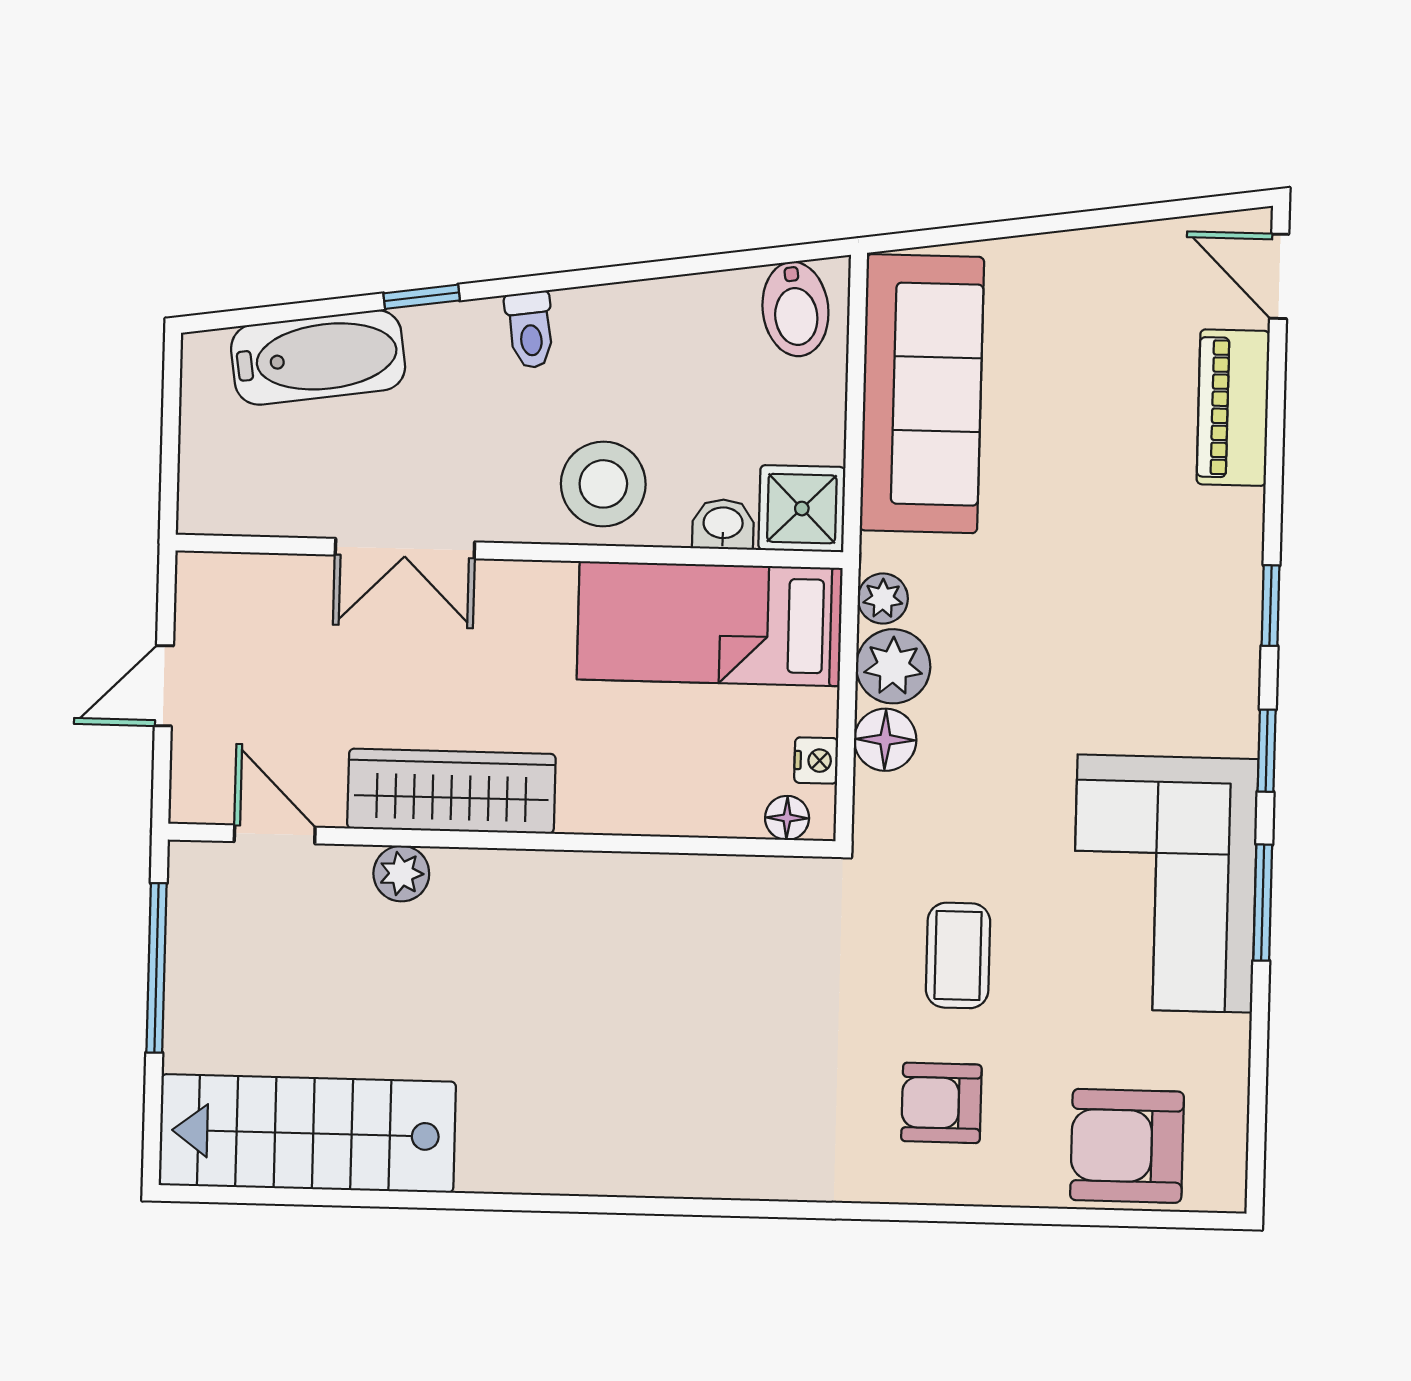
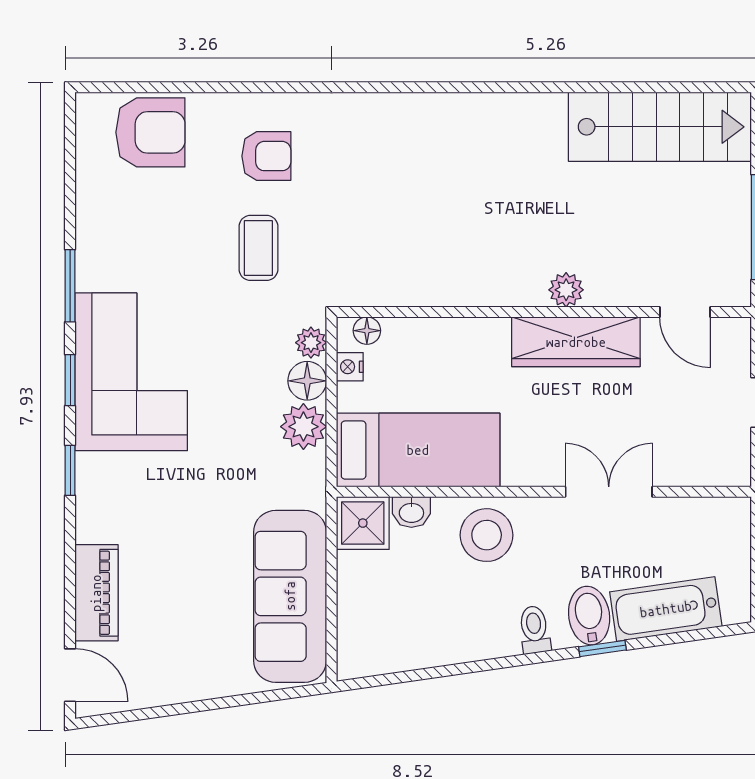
bidet: (795, 309) -> (589, 616), moved
plant: (883, 599) -> (311, 343), moved
plant: (401, 874) -> (566, 290), moved
corner sofa: (1165, 884) -> (131, 372), moved

